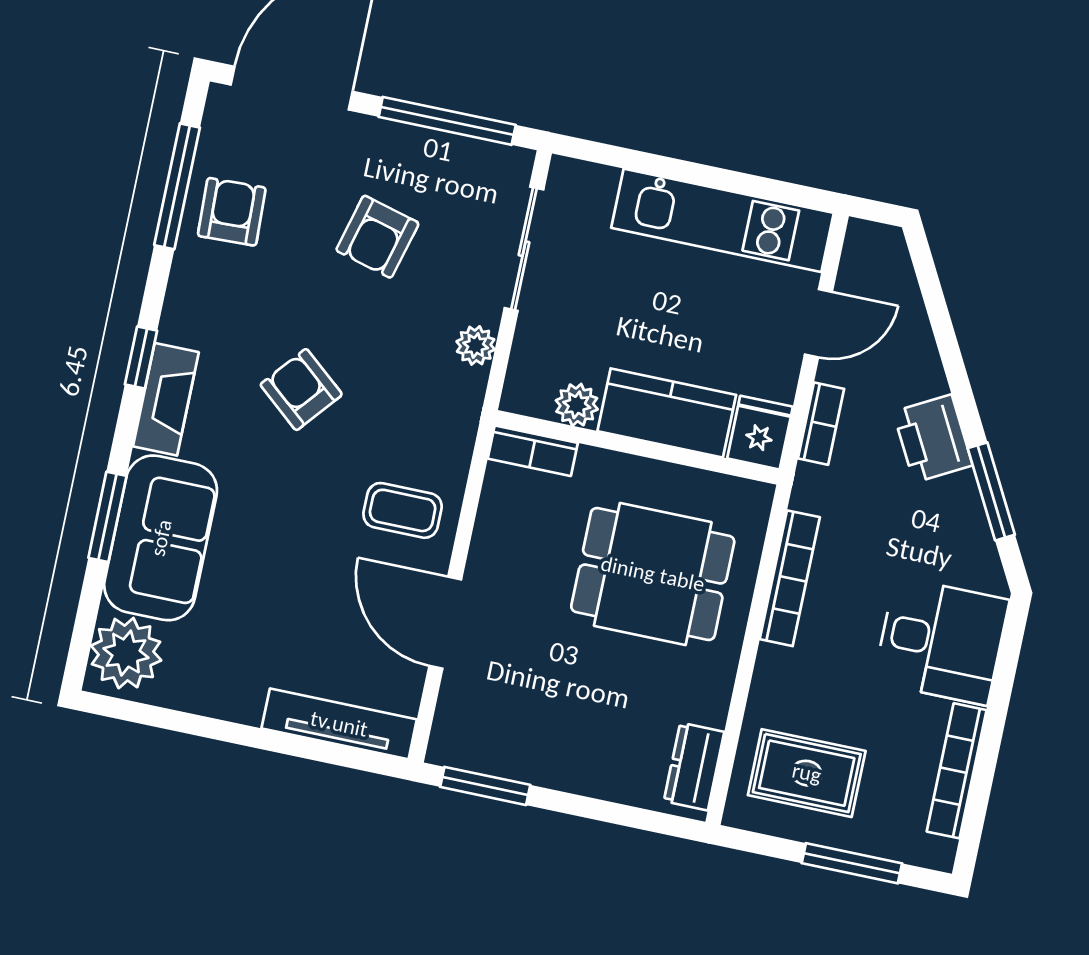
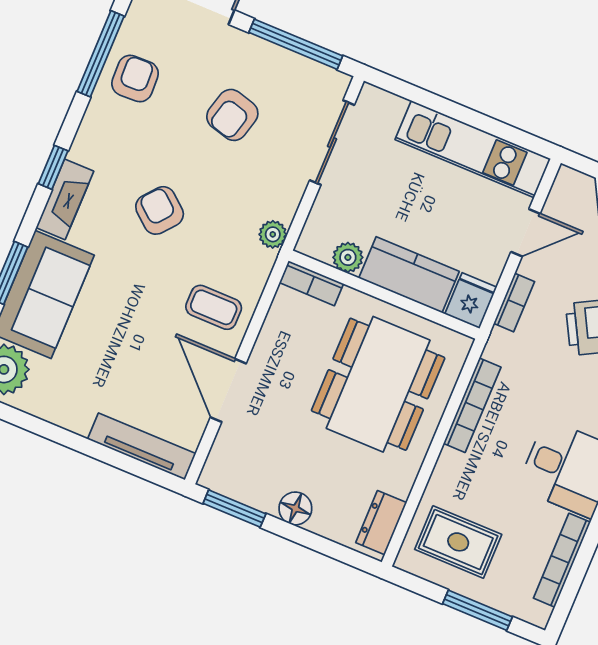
plant: (476, 345) -> (273, 234), moved
dining table: (653, 574) -> (378, 384), width x1.38
floor lamp: (570, 770) -> (295, 508), added

